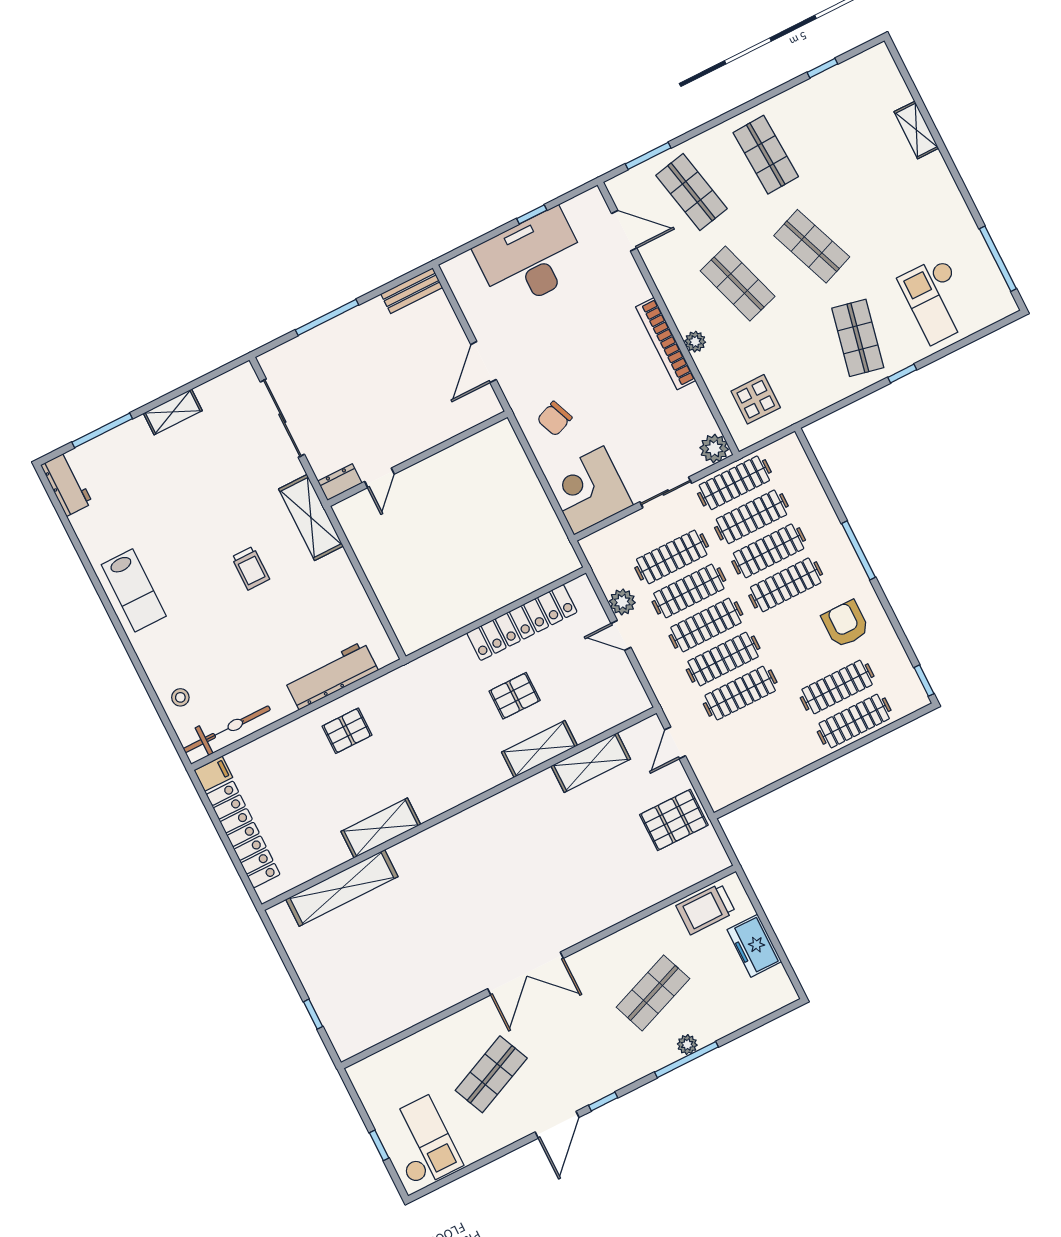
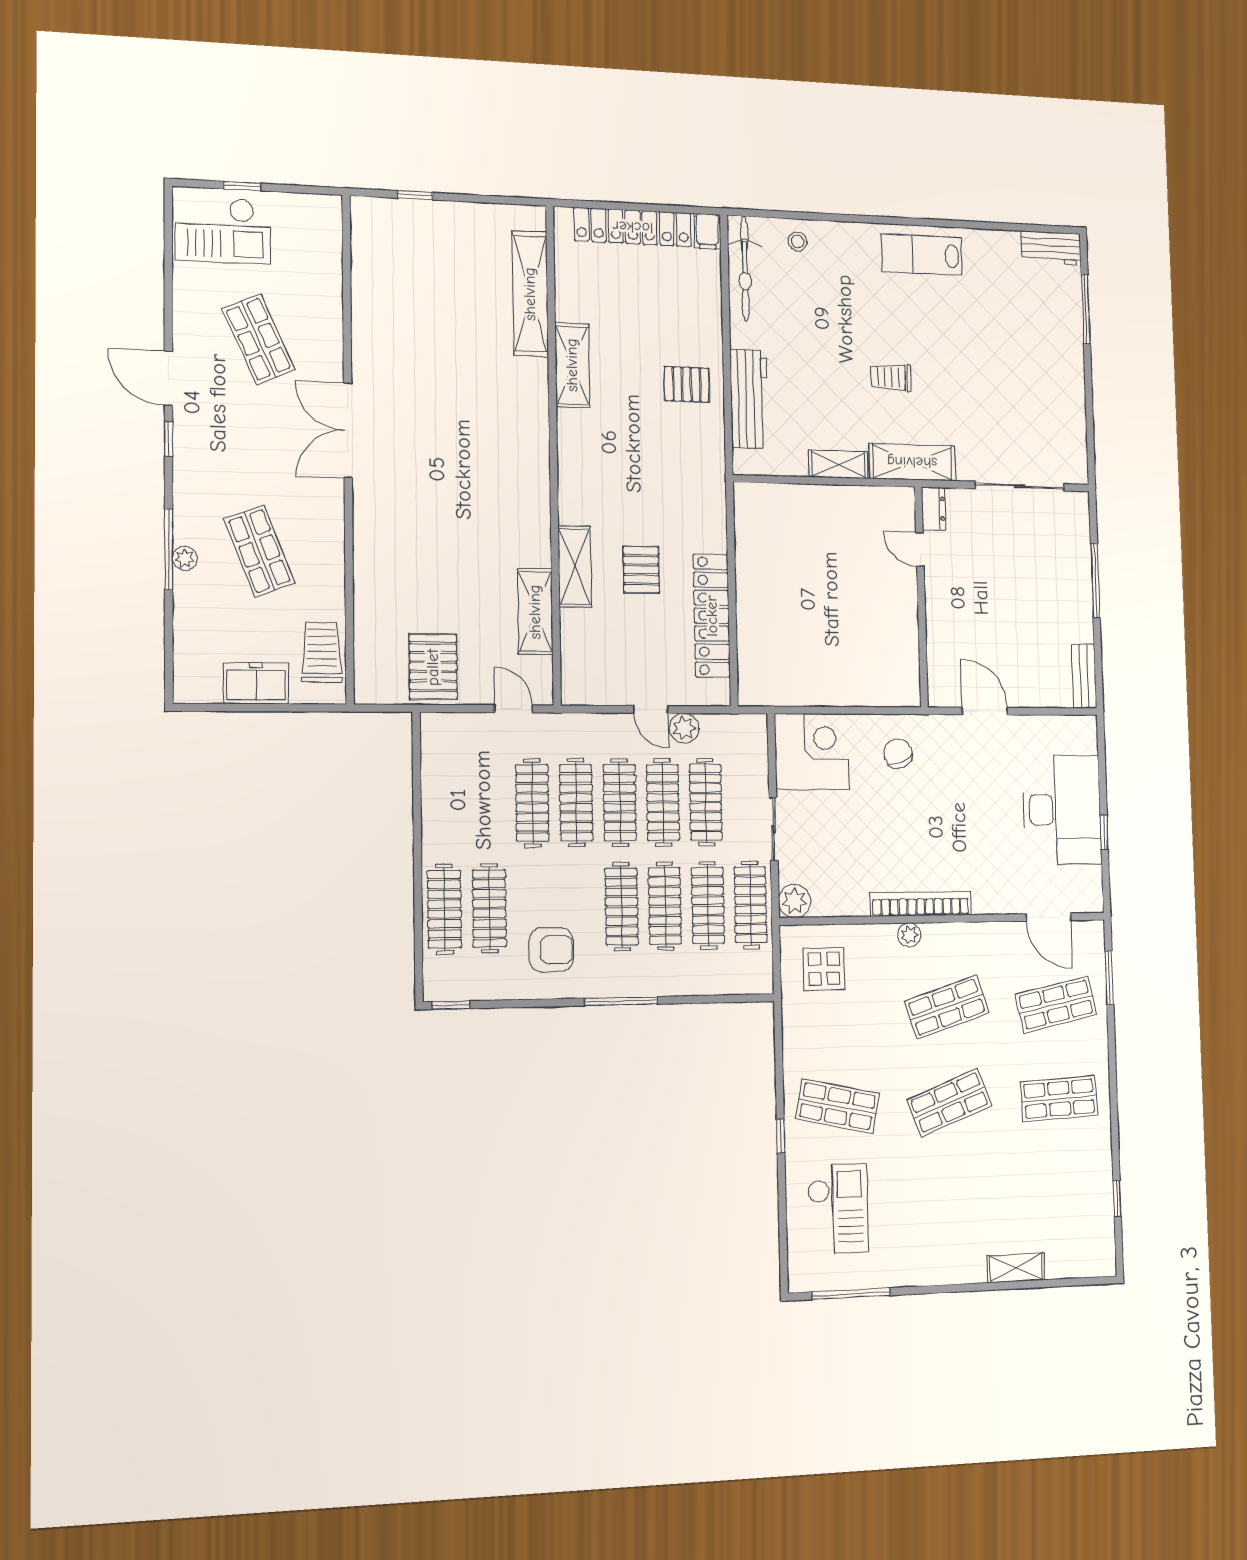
door: (624, 231) -> (1049, 917), hinge flipped
checkout: (937, 300) -> (838, 1209), turned 90
shelving: (173, 412) -> (838, 464), moved, turned 90
door: (621, 635) -> (651, 709), swing flipped
pallet: (347, 731) -> (687, 384), turned 90

